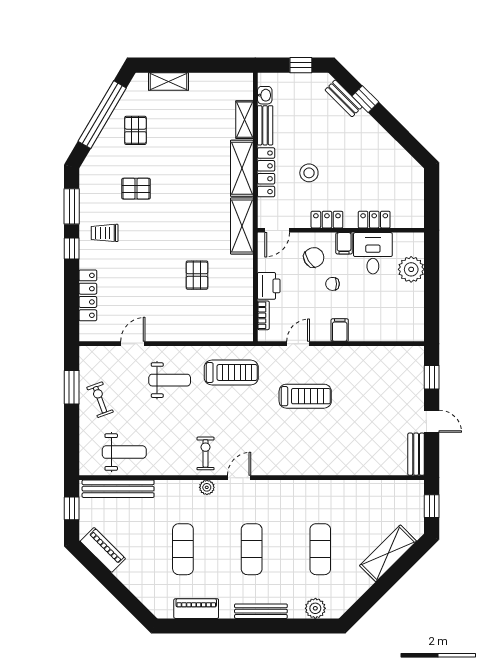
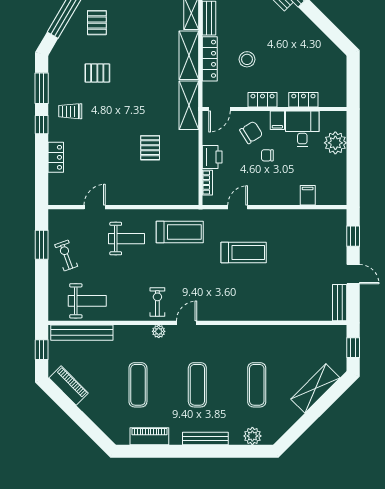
locker: (88, 295) -> (56, 157), width x0.66
filing cabinet: (340, 330) -> (308, 195), moved

